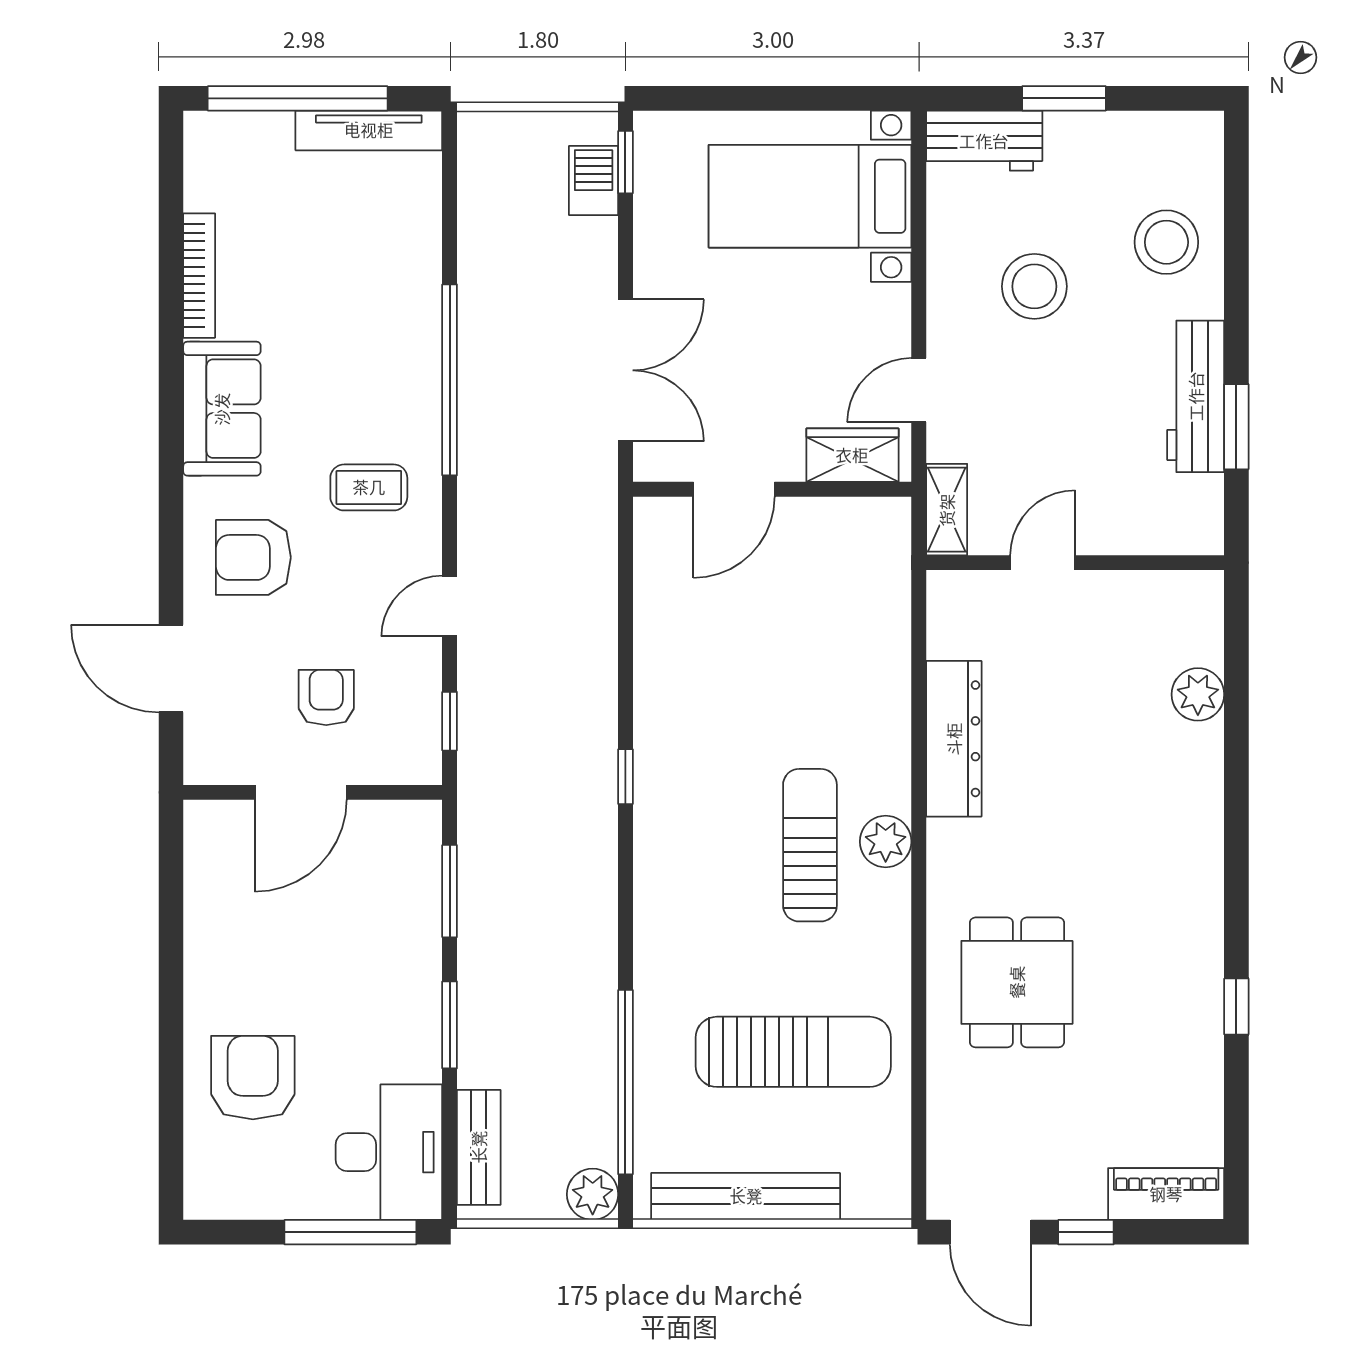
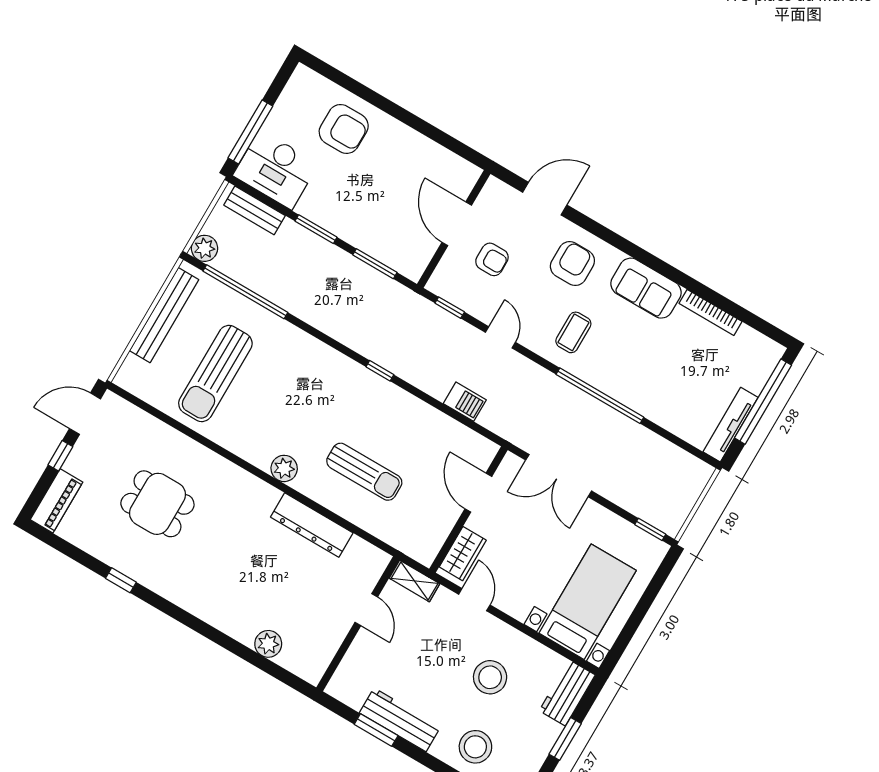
barbecue: (594, 181) -> (465, 402), moved
sun lounger: (810, 845) -> (364, 472), moved
dining table: (1017, 982) -> (157, 504), moved

